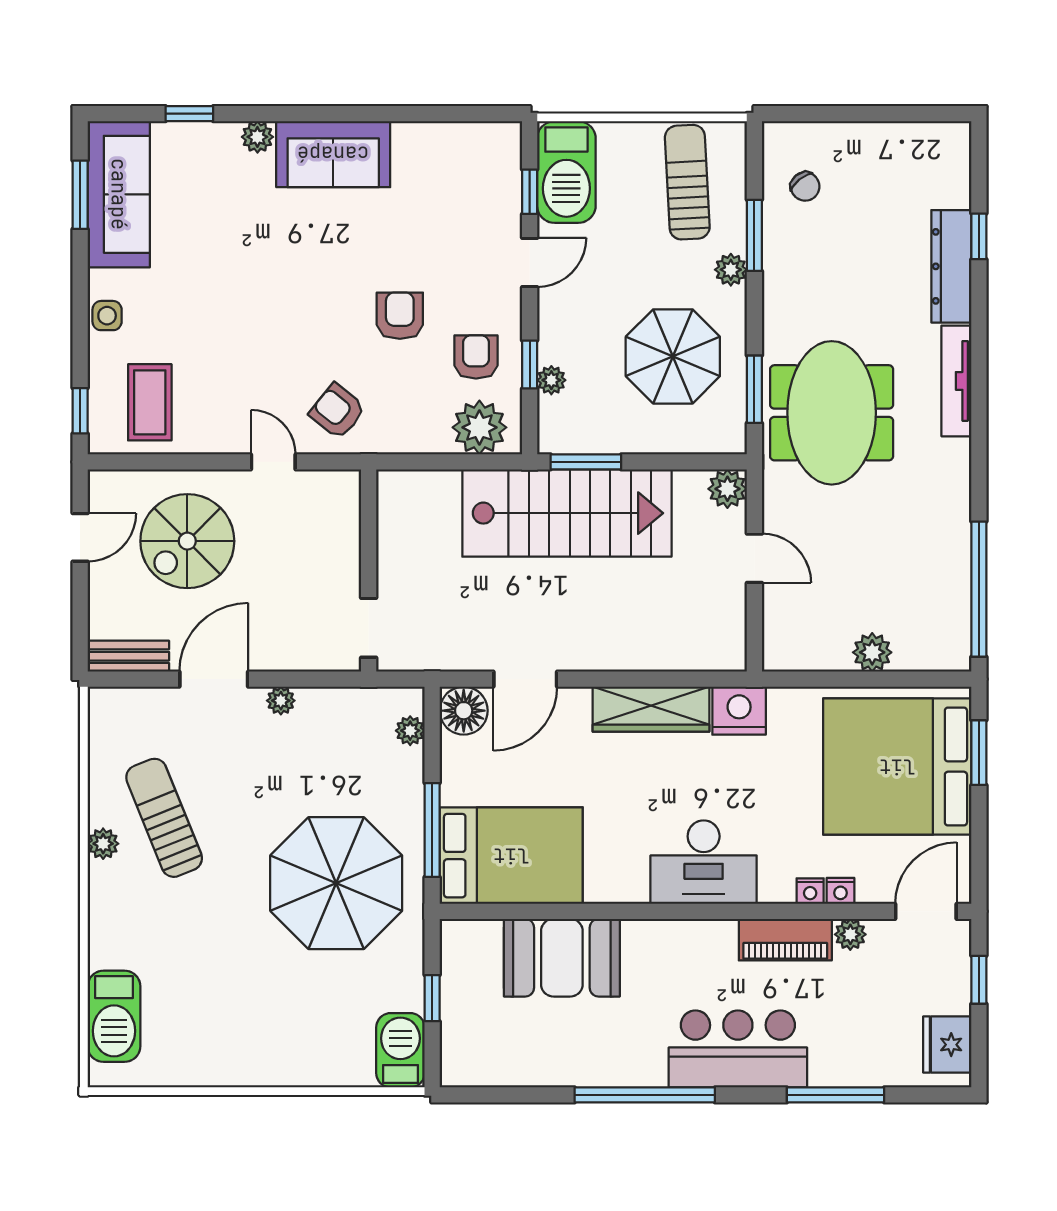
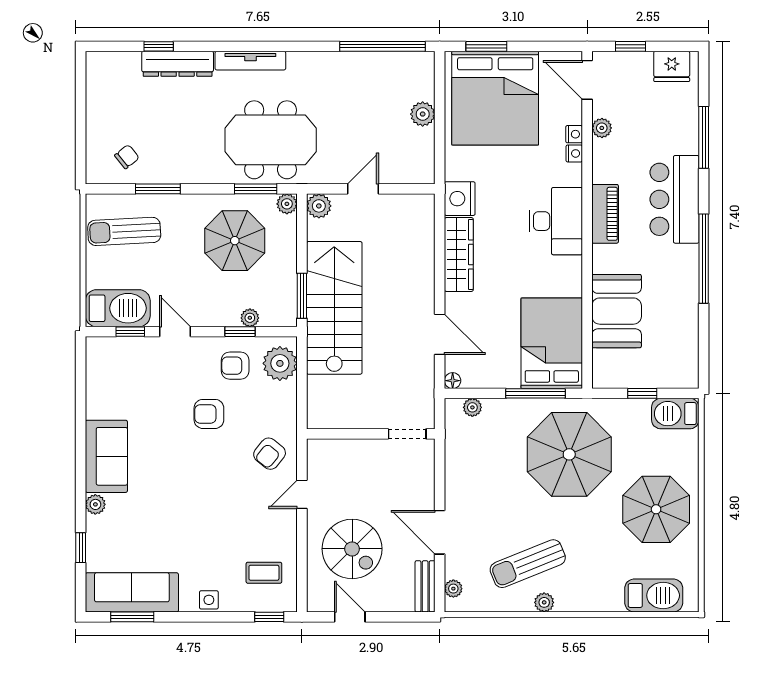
plant: (731, 270) -> (287, 204), moved
coffee table: (150, 402) -> (264, 573), width x0.73, depth x0.77
plant: (281, 701) -> (453, 589), moved
floor lamp: (464, 711) -> (453, 381), width x0.53, depth x0.53
piano: (785, 940) -> (605, 214), moved
parasol: (250, 1020) -> (656, 509), added

